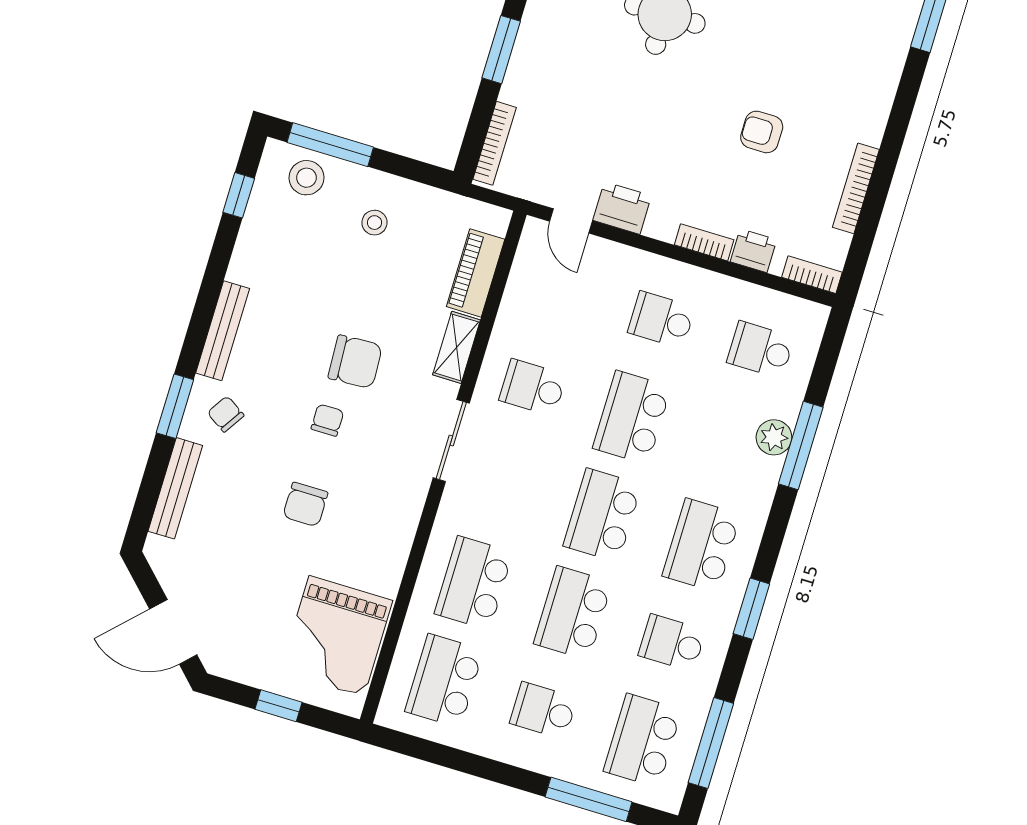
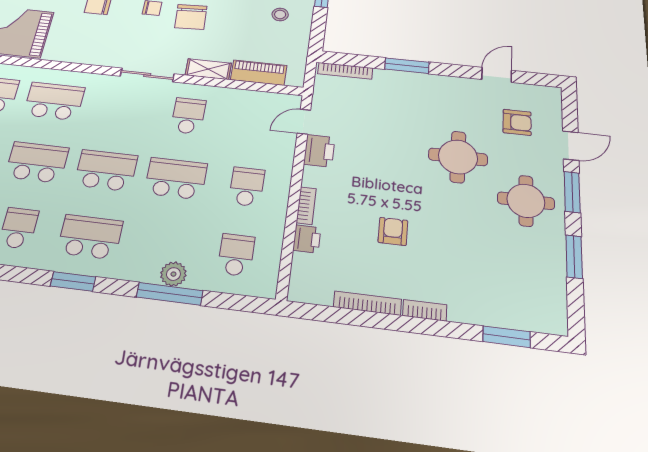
bookcase: (812, 275) -> (425, 310), moved, turned -90
window: (751, 609) -> (73, 281), moved

